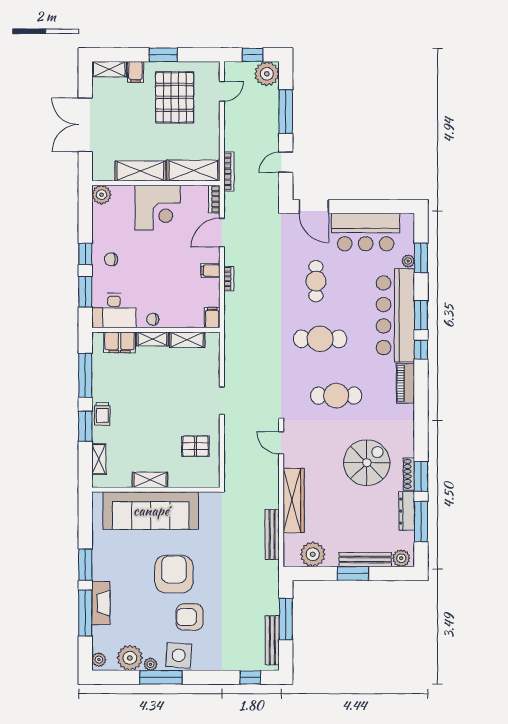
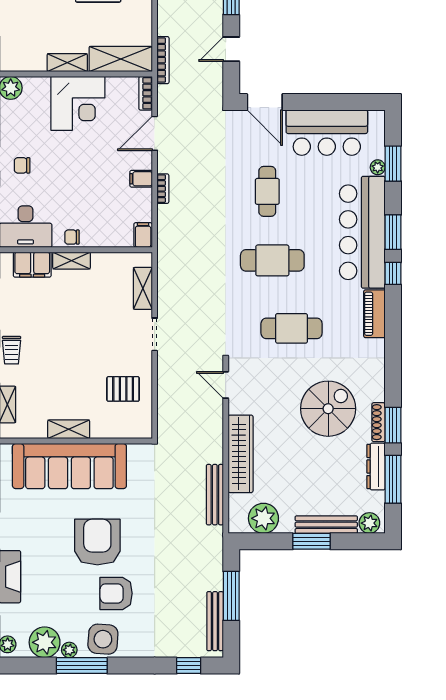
shelving: (140, 171) -> (67, 63), width x0.67, depth x0.75
shelving: (187, 340) -> (143, 288), moved, turned 90

